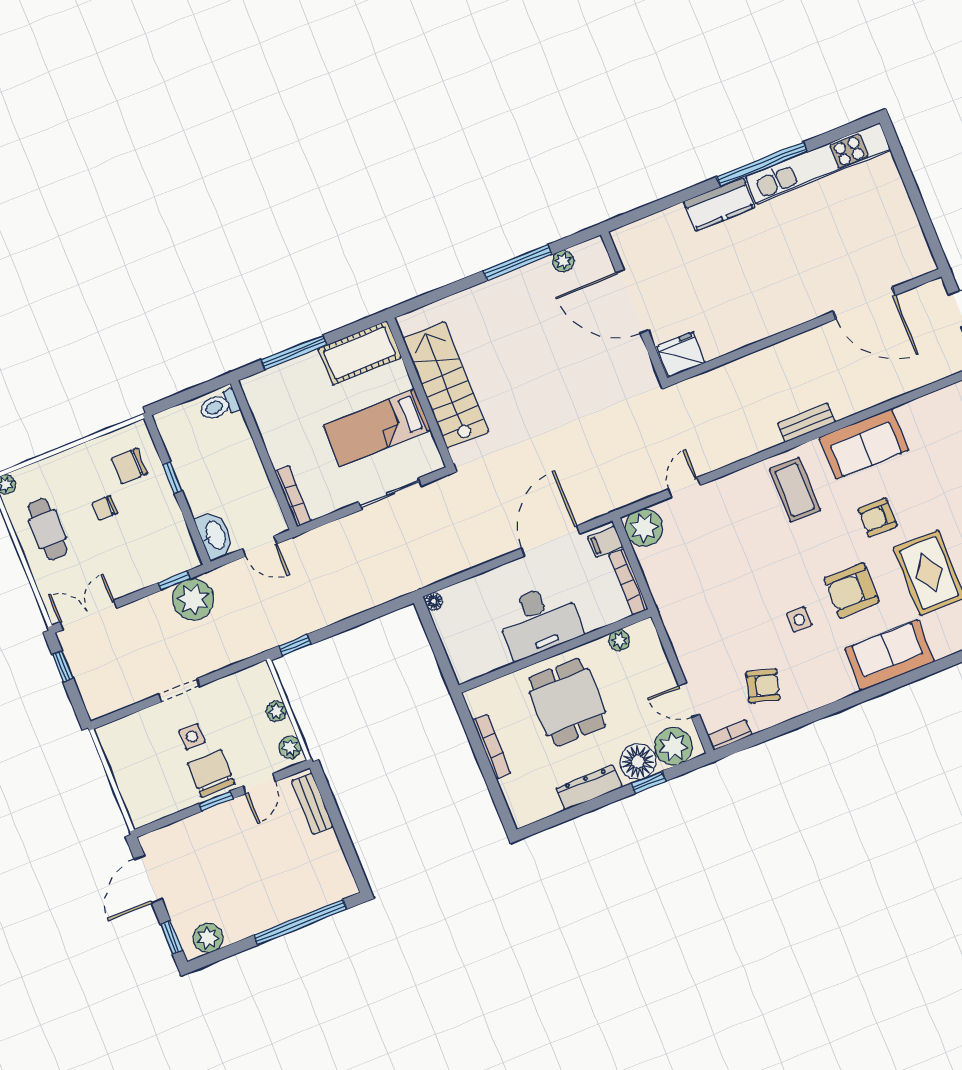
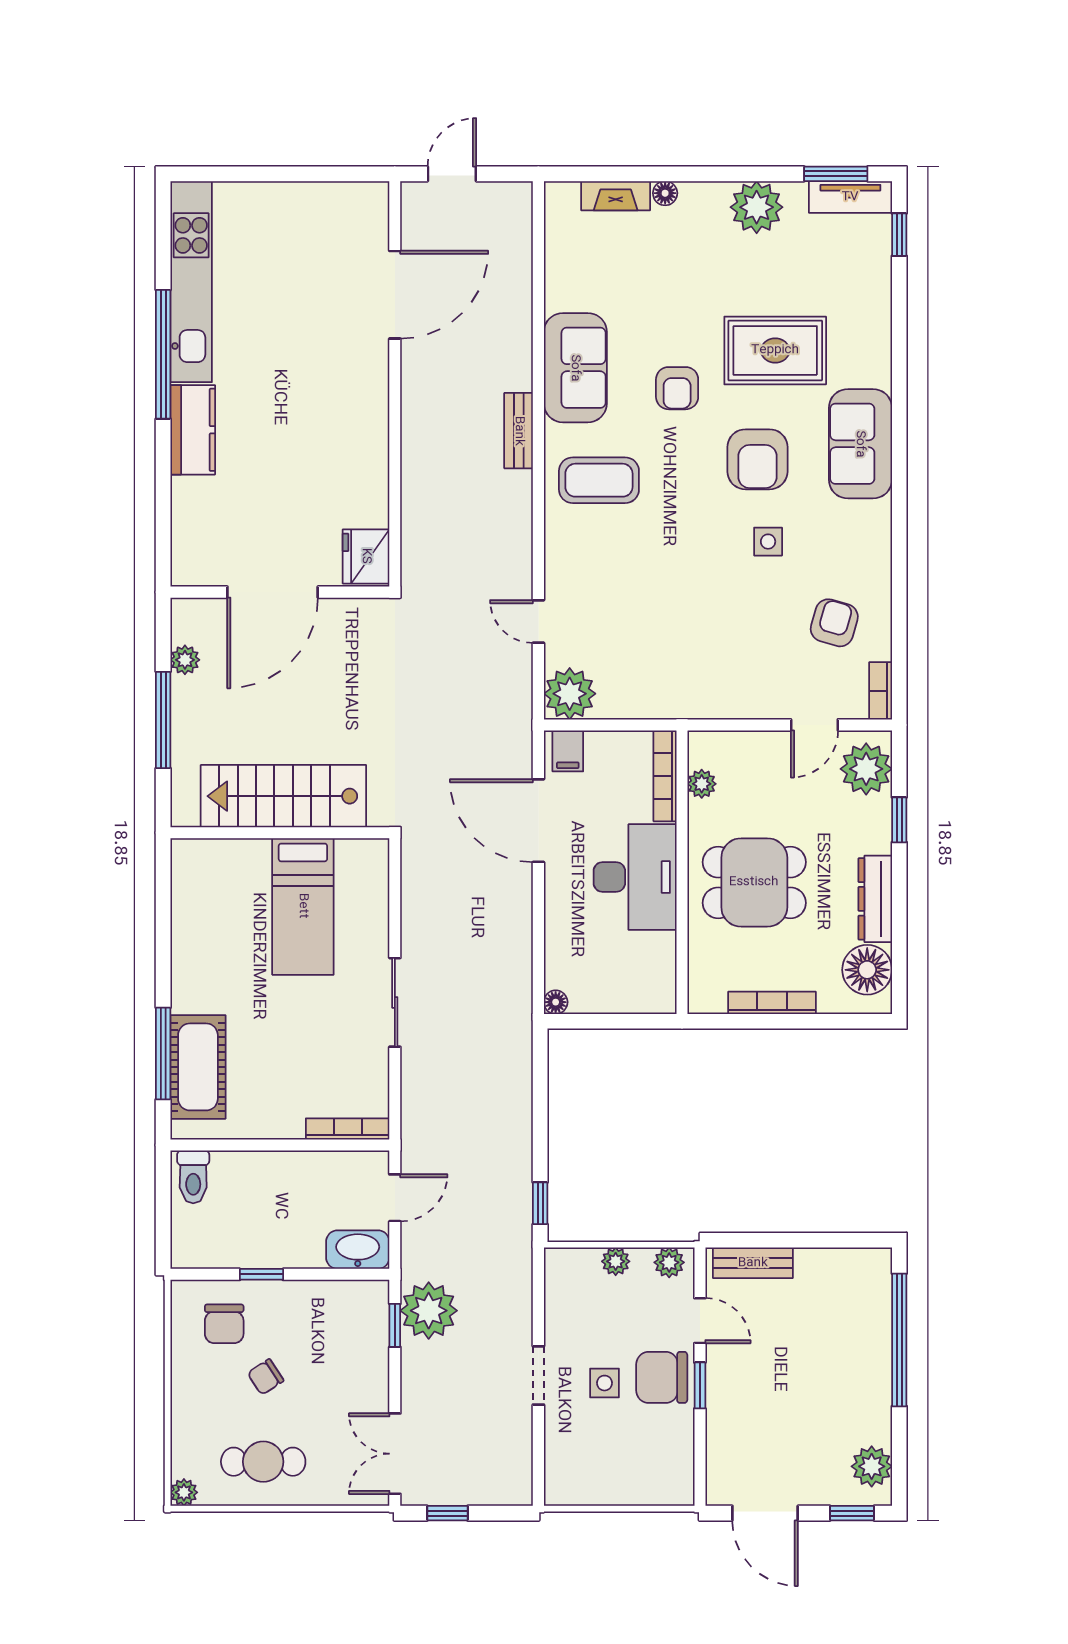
cot: (360, 353) -> (198, 1067), moved
stairs: (446, 385) -> (283, 796), moved
wall: (420, 392) -> (280, 833), moved
bed: (377, 428) -> (303, 906), moved
chair: (105, 508) -> (266, 1377), turned 57
bookcase: (628, 582) -> (665, 776), moved, turned 90
floor lamp: (638, 762) -> (867, 970), moved

